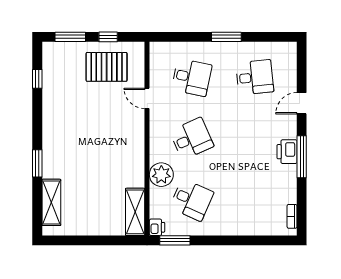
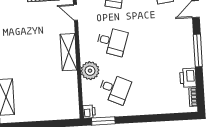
desk: (192, 139) -> (112, 41), turned 42
printer: (287, 152) -> (188, 78), moved
shelving: (135, 212) -> (69, 52), moved

